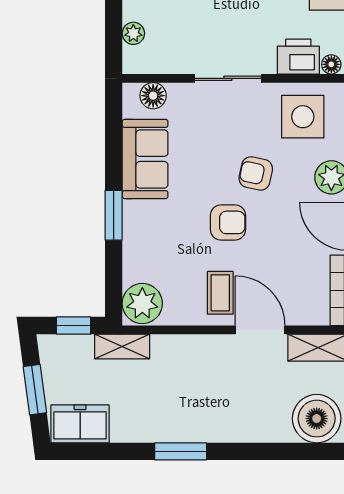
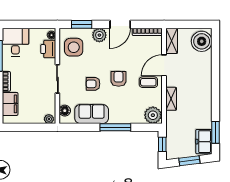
plant: (133, 33) -> (49, 119), moved
armchair: (256, 173) -> (93, 84), moved, turned 78
window: (114, 215) -> (115, 127), width x1.44
shelving: (122, 346) -> (171, 99), moved
window: (181, 451) -> (216, 132), moved

